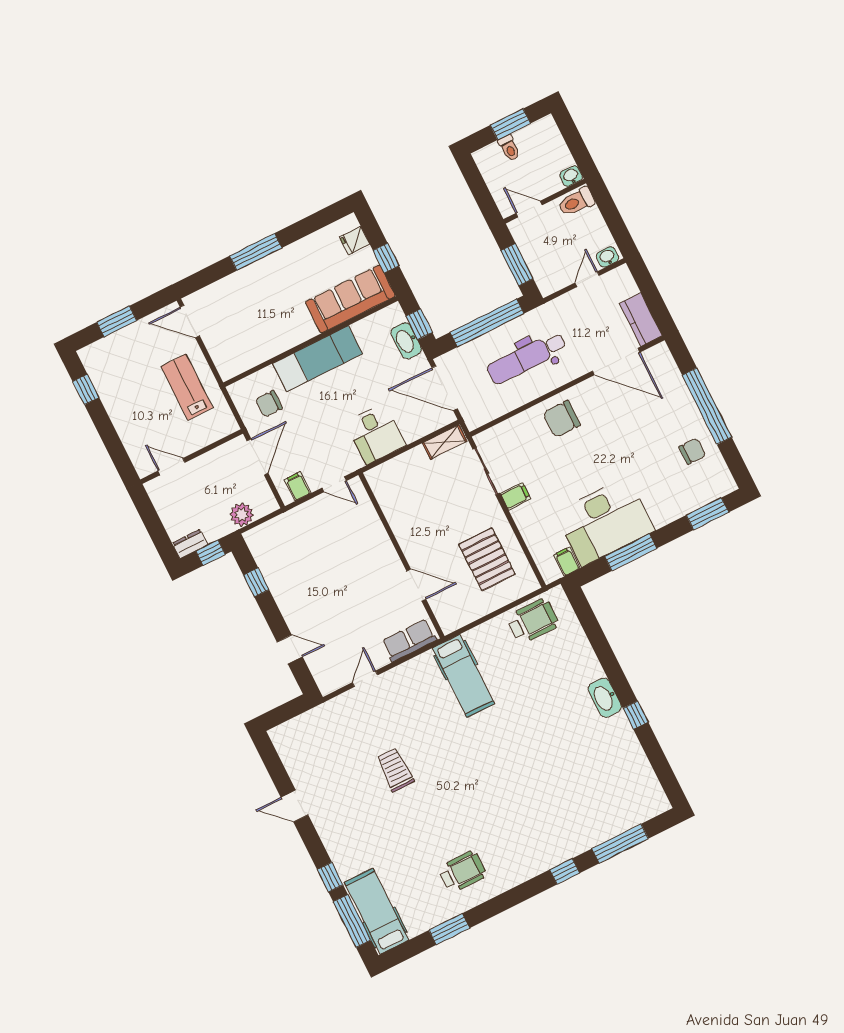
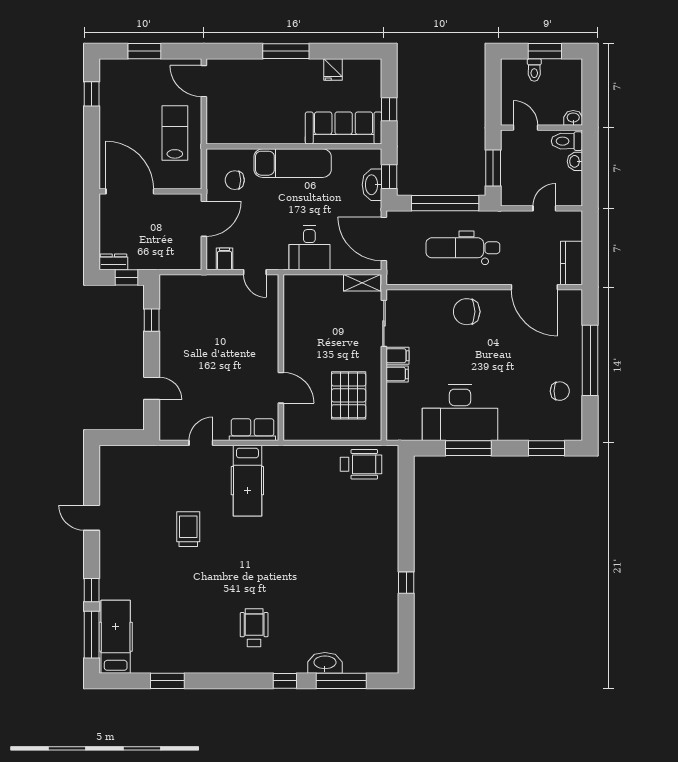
fridge: (355, 241) -> (333, 70), moved, turned -90
washbasin: (607, 257) -> (575, 161), moved, turned -90
door: (171, 467) -> (130, 191), width x1.88
plant: (242, 515) -> (167, 259), removed
filing cabinet: (567, 562) -> (397, 374), moved, turned 90
hospital bed: (463, 676) -> (247, 481), moved
washbasin: (605, 698) -> (325, 663), moved, turned 90
wheelchair: (462, 872) -> (254, 628), moved, turned -90

